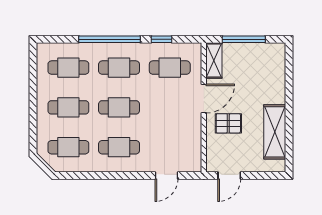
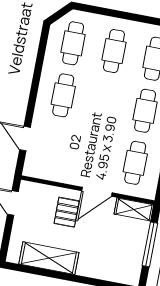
door: (204, 98) -> (97, 192), hinge flipped
cafe table: (119, 107) -> (104, 103), removed

